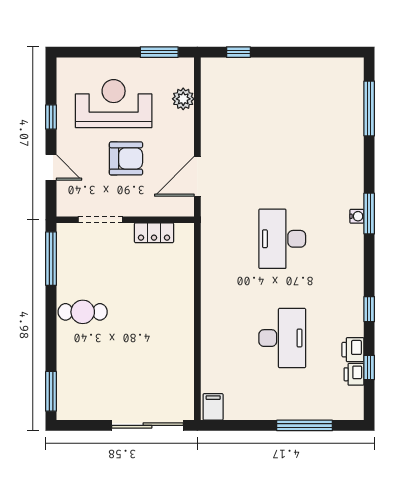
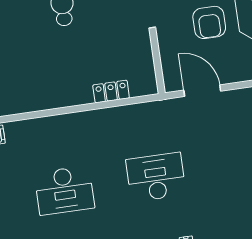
locker: (154, 233) -> (111, 91), moved, turned 90

